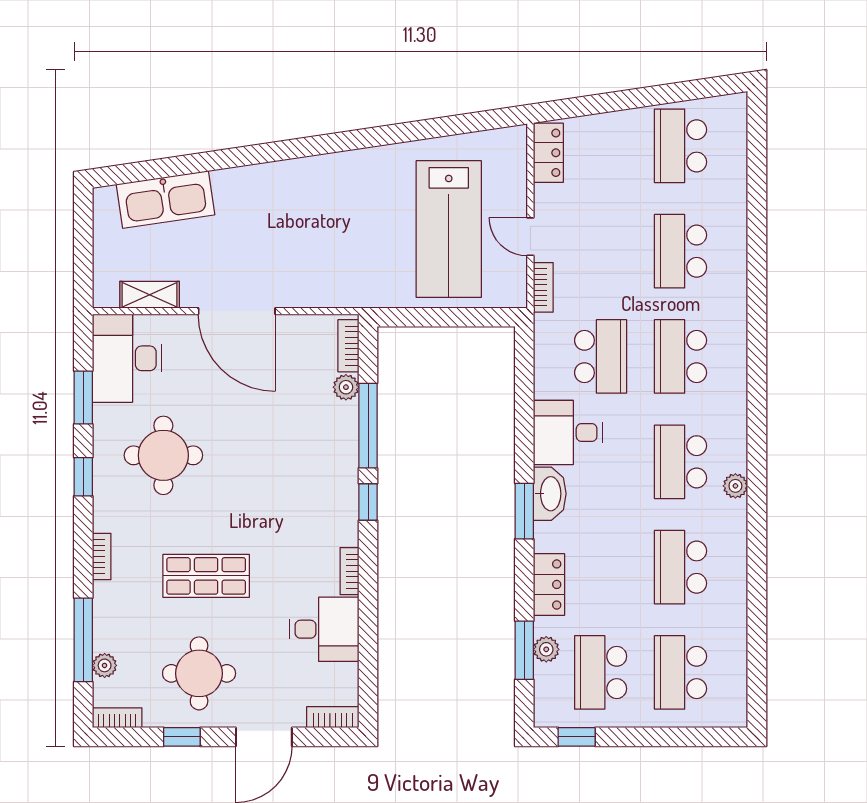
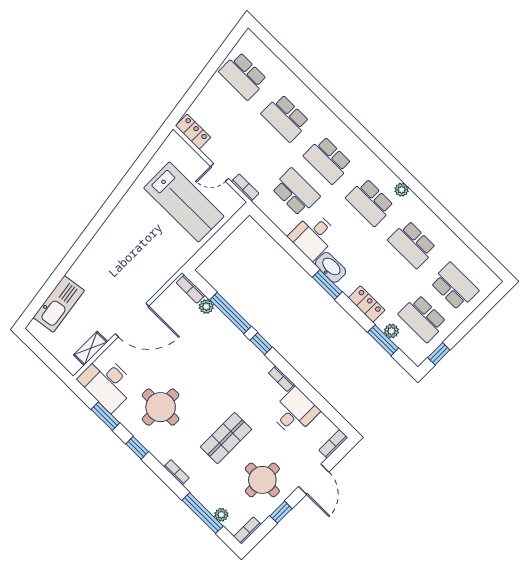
school desk: (681, 672) -> (454, 286), turned 180

